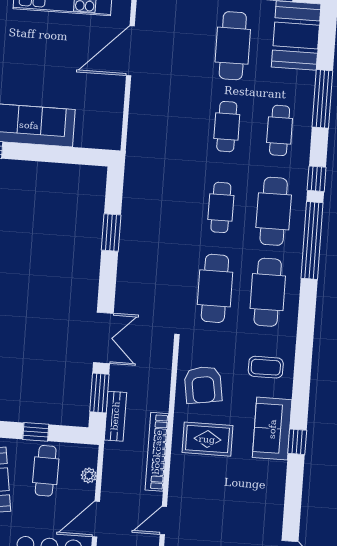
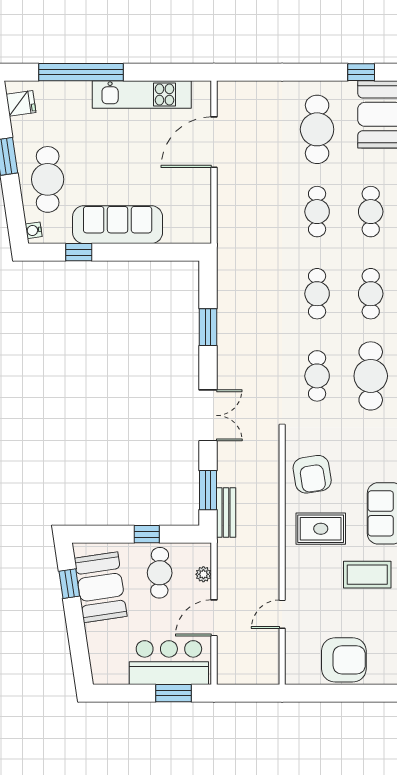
cafe table: (274, 211) -> (371, 294), width x0.73, depth x0.74
cafe table: (215, 288) -> (317, 376), width x0.73, depth x0.74
double door: (103, 338) -> (208, 415), moved
coffee table: (266, 367) -> (367, 575), moved, width x1.36, depth x1.30
bookcase: (157, 452) -> (271, 545), removed

